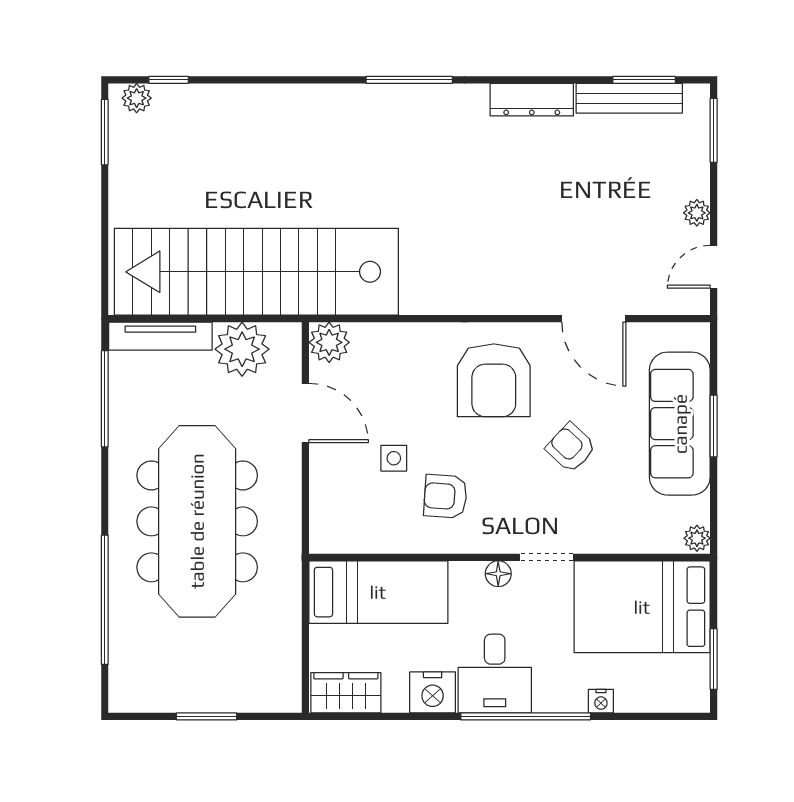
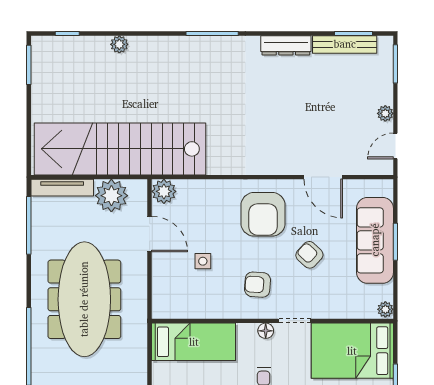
plant: (137, 98) -> (119, 44), moved
armchair: (445, 496) -> (257, 285), moved

